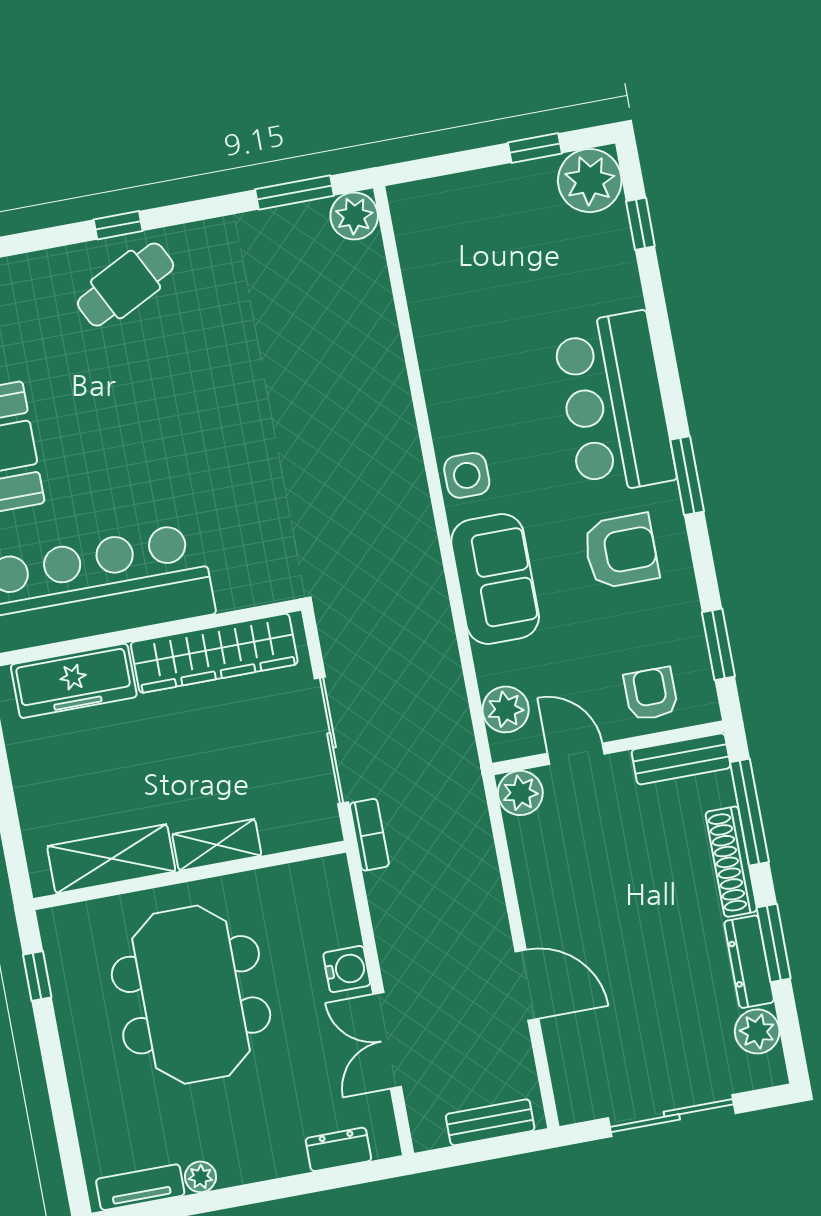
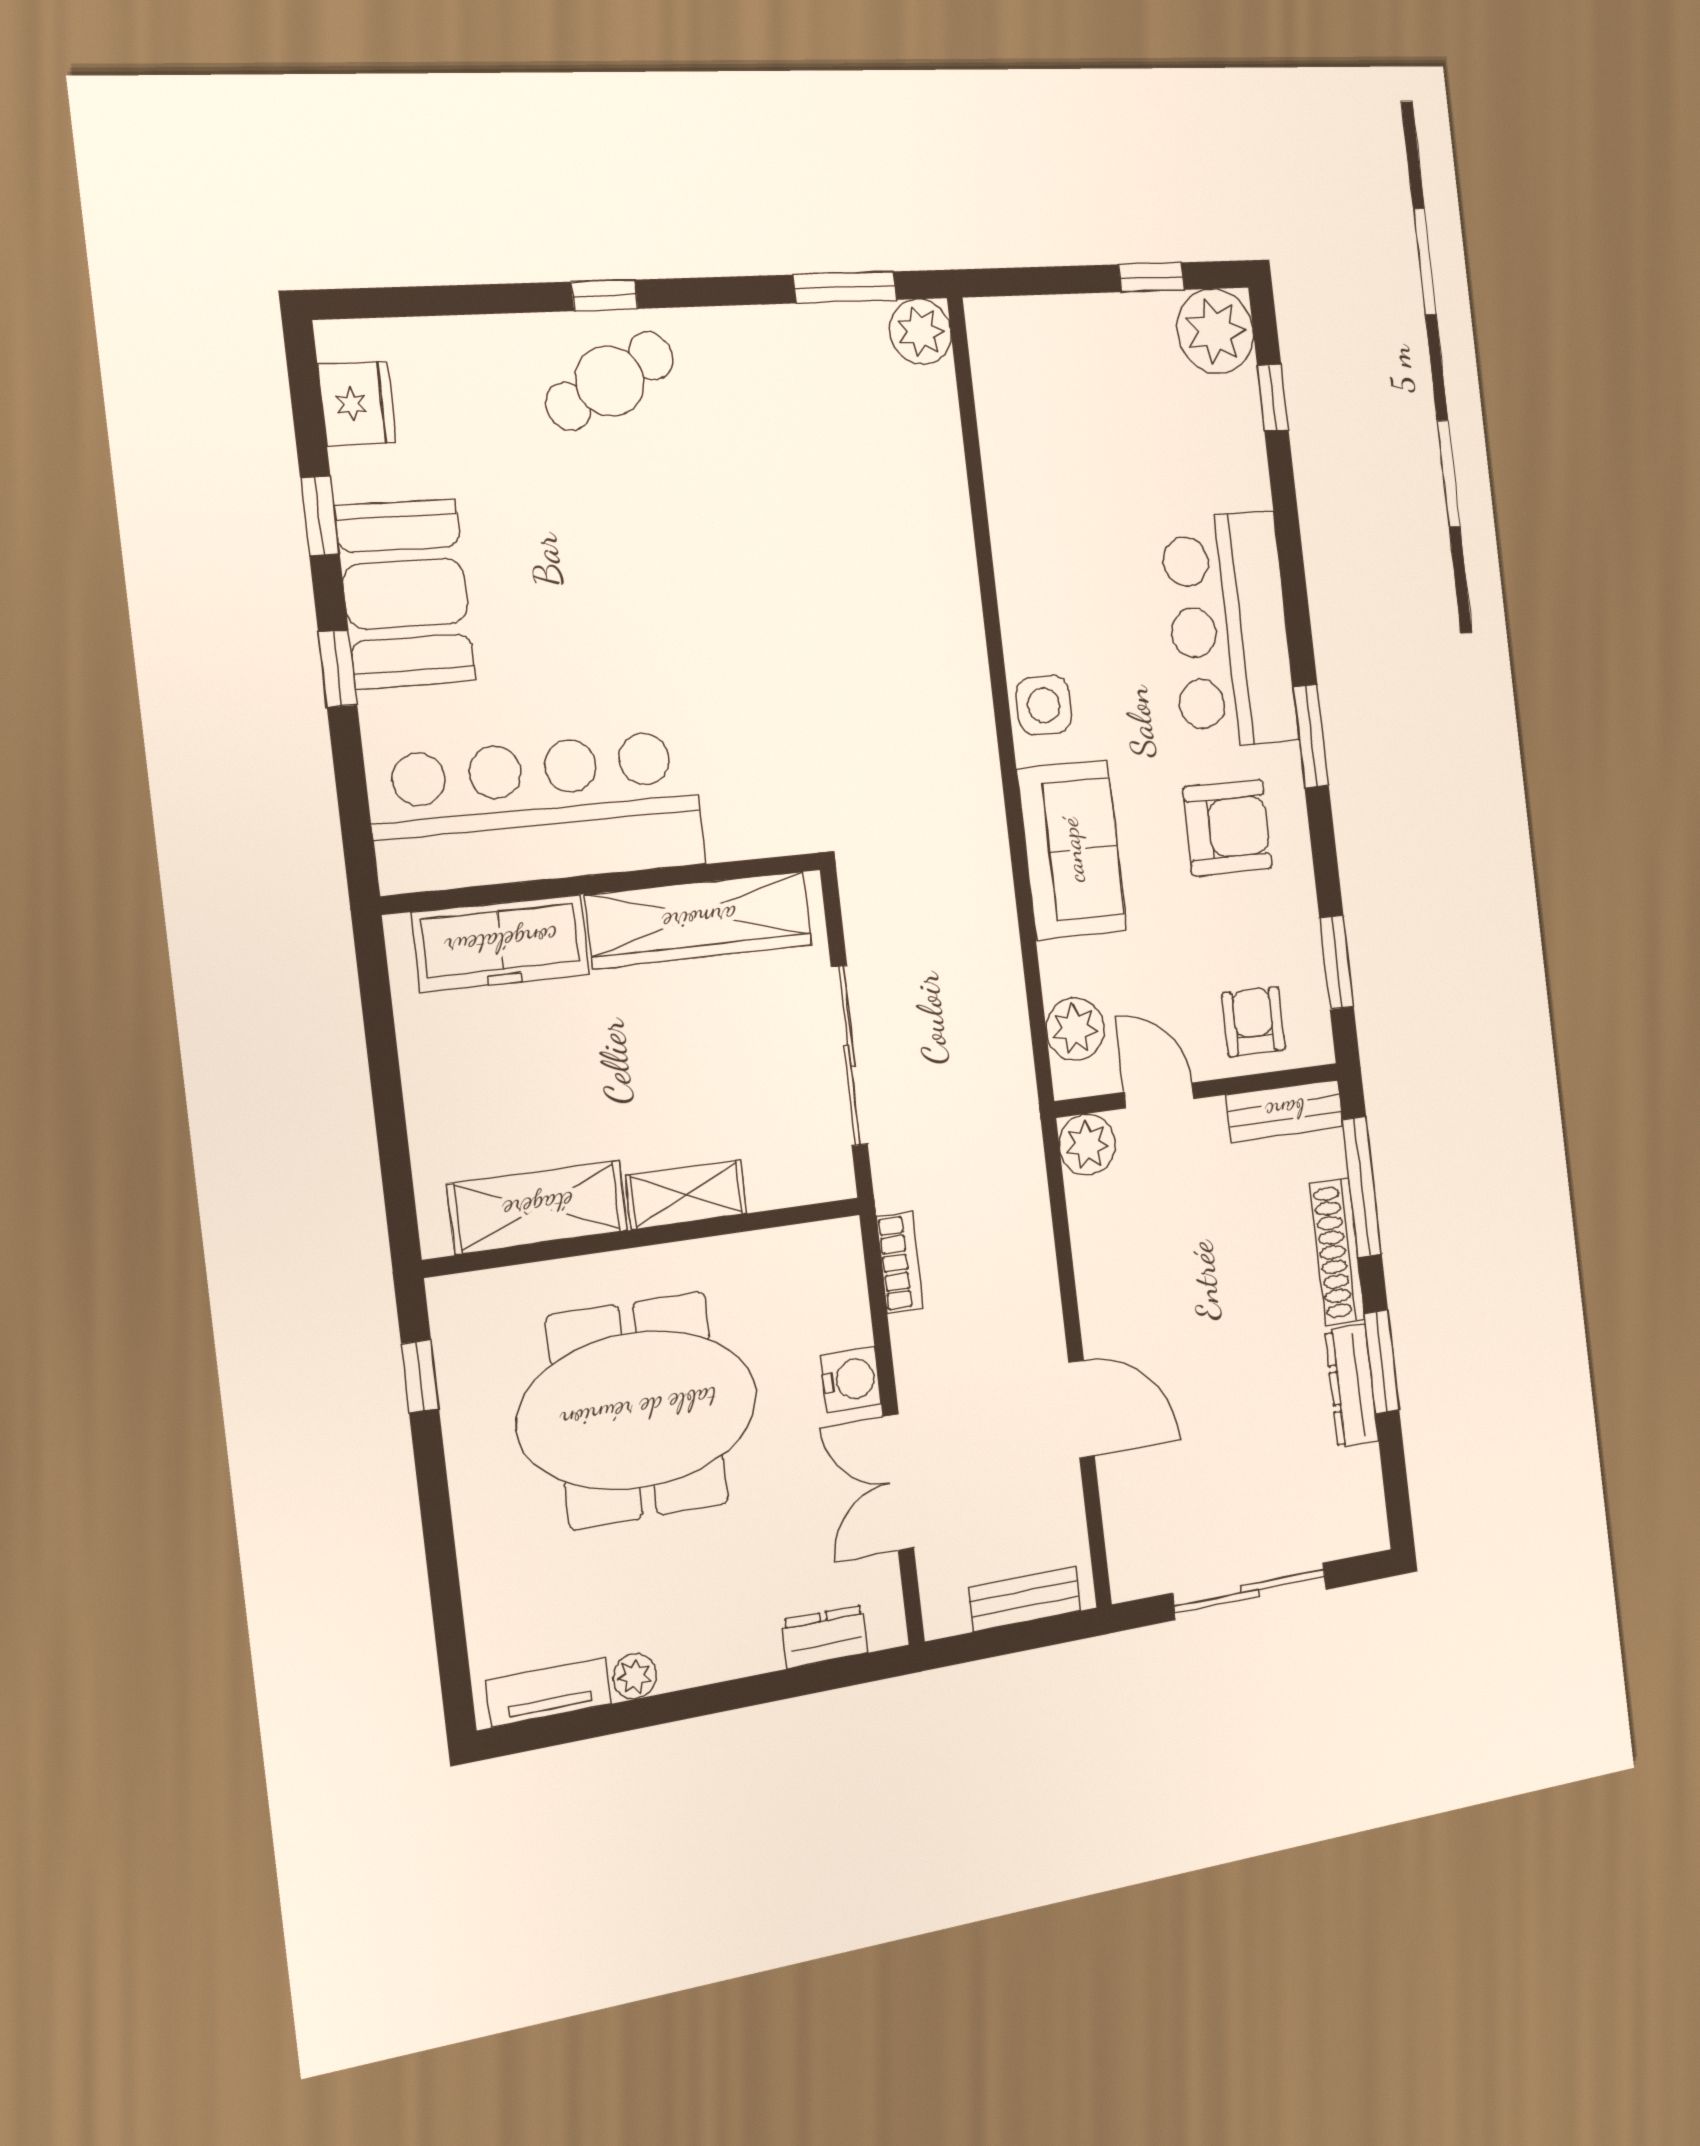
bookcase: (369, 835) -> (900, 1263), moved
meeting table: (191, 995) -> (638, 1410), turned 90
plant: (757, 1031) -> (1357, 1479), removed

